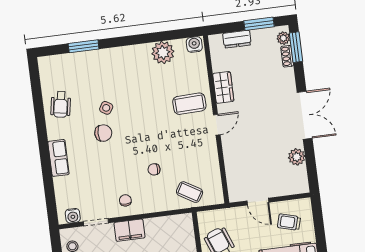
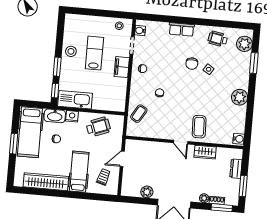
plant: (283, 38) -> (204, 198), moved
plant: (163, 52) -> (240, 97), moved
plant: (60, 65) -> (244, 44), added

